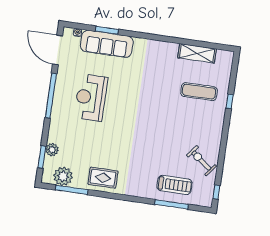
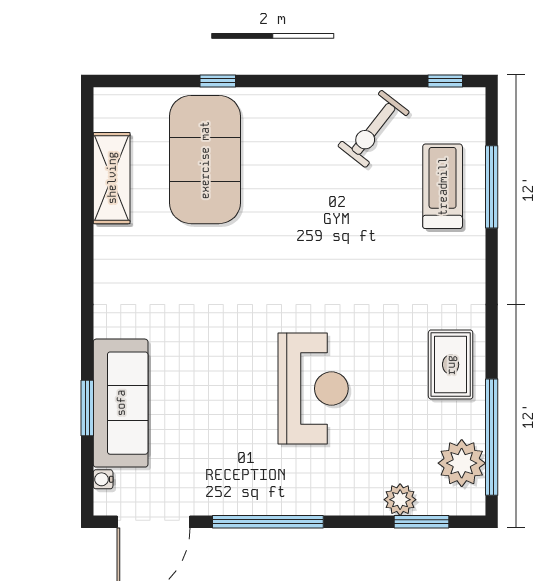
exercise mat: (199, 92) -> (205, 160), width x2.00, depth x1.45
reception desk: (91, 98) -> (313, 389), moved, turned -90
window: (72, 190) -> (492, 437), width x1.46

